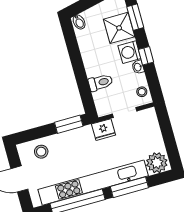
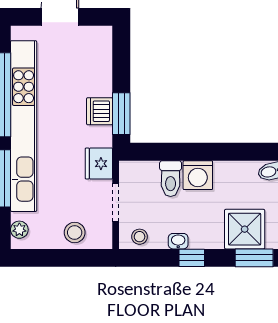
washing machine: (129, 52) -> (198, 175), moved, turned 180
dishwasher: (71, 138) -> (100, 111), added
stool: (41, 152) -> (75, 233), moved
plant: (157, 163) -> (19, 230), width x0.53, depth x0.53

